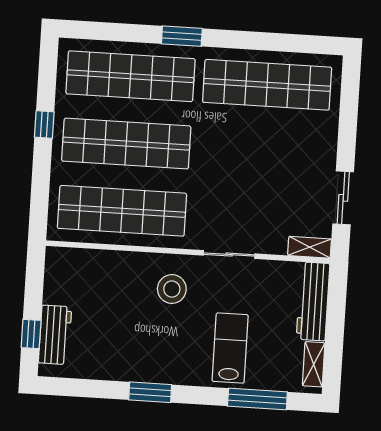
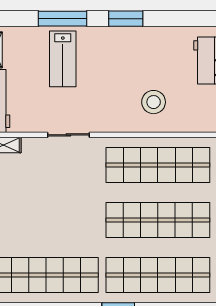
stool: (172, 289) -> (154, 102), moved
window: (257, 399) -> (63, 19), moved

